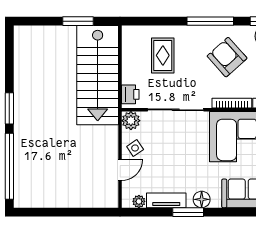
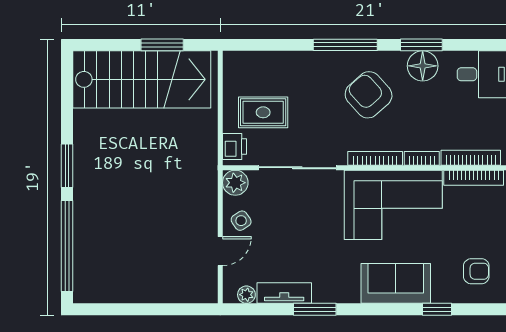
rug: (163, 55) -> (263, 112), moved, turned 90
stairs: (98, 75) -> (142, 79), moved, turned -90
floor lamp: (202, 199) -> (333, 292), removed

